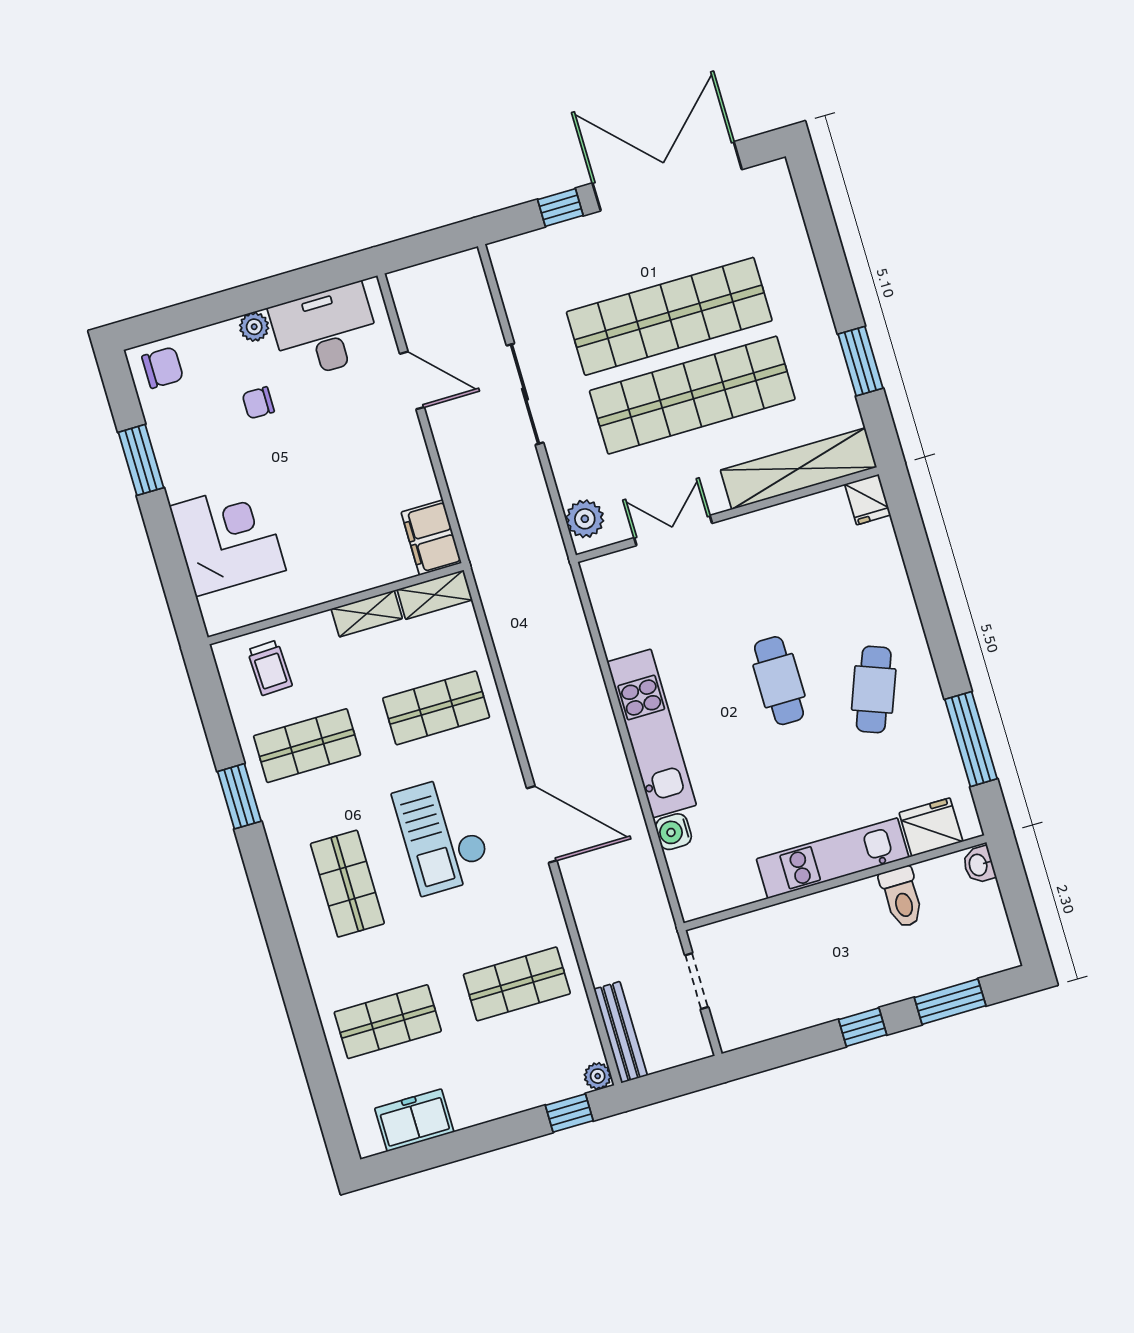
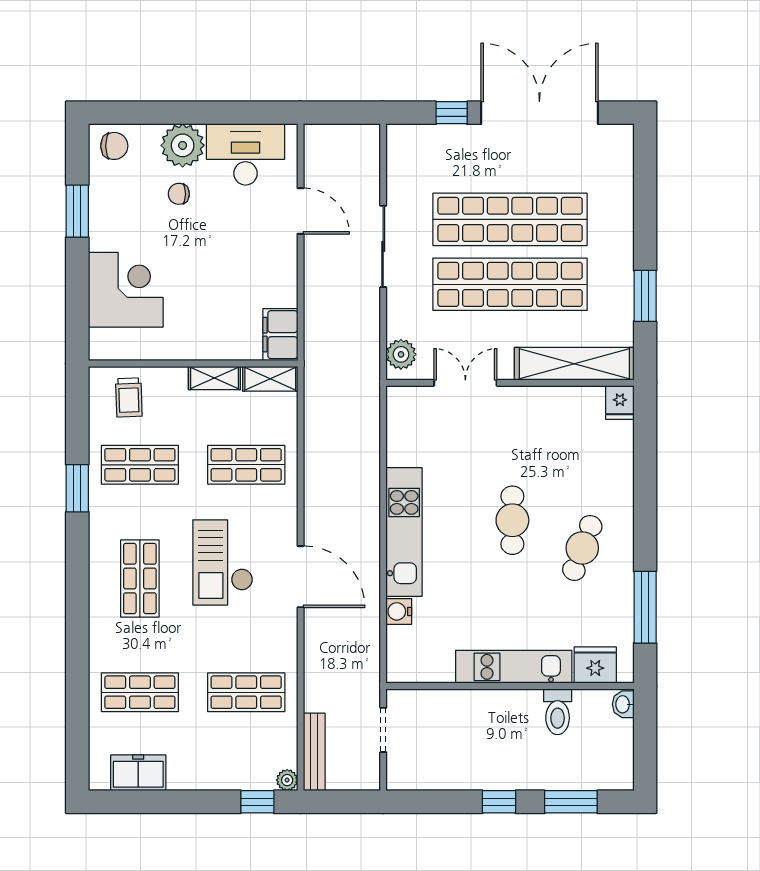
plant: (254, 327) -> (183, 145), width x1.87, depth x1.87

